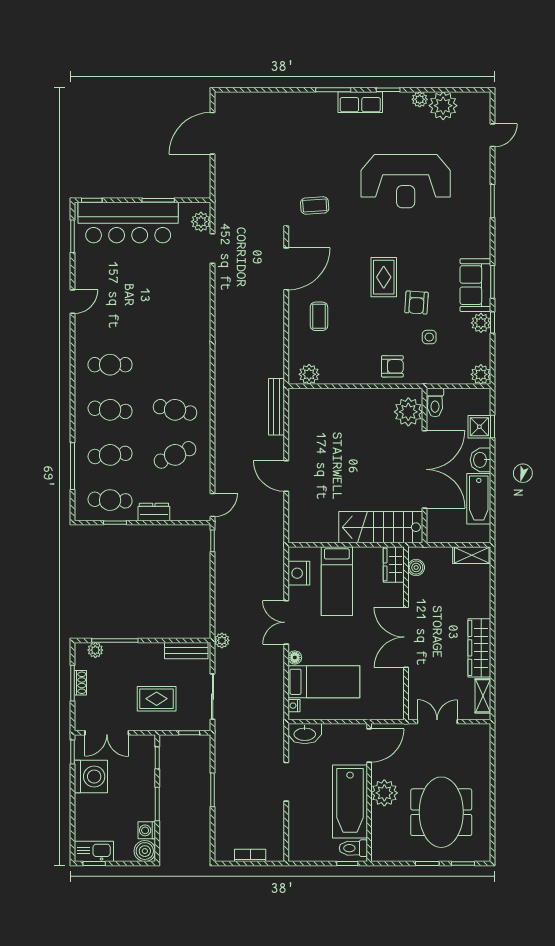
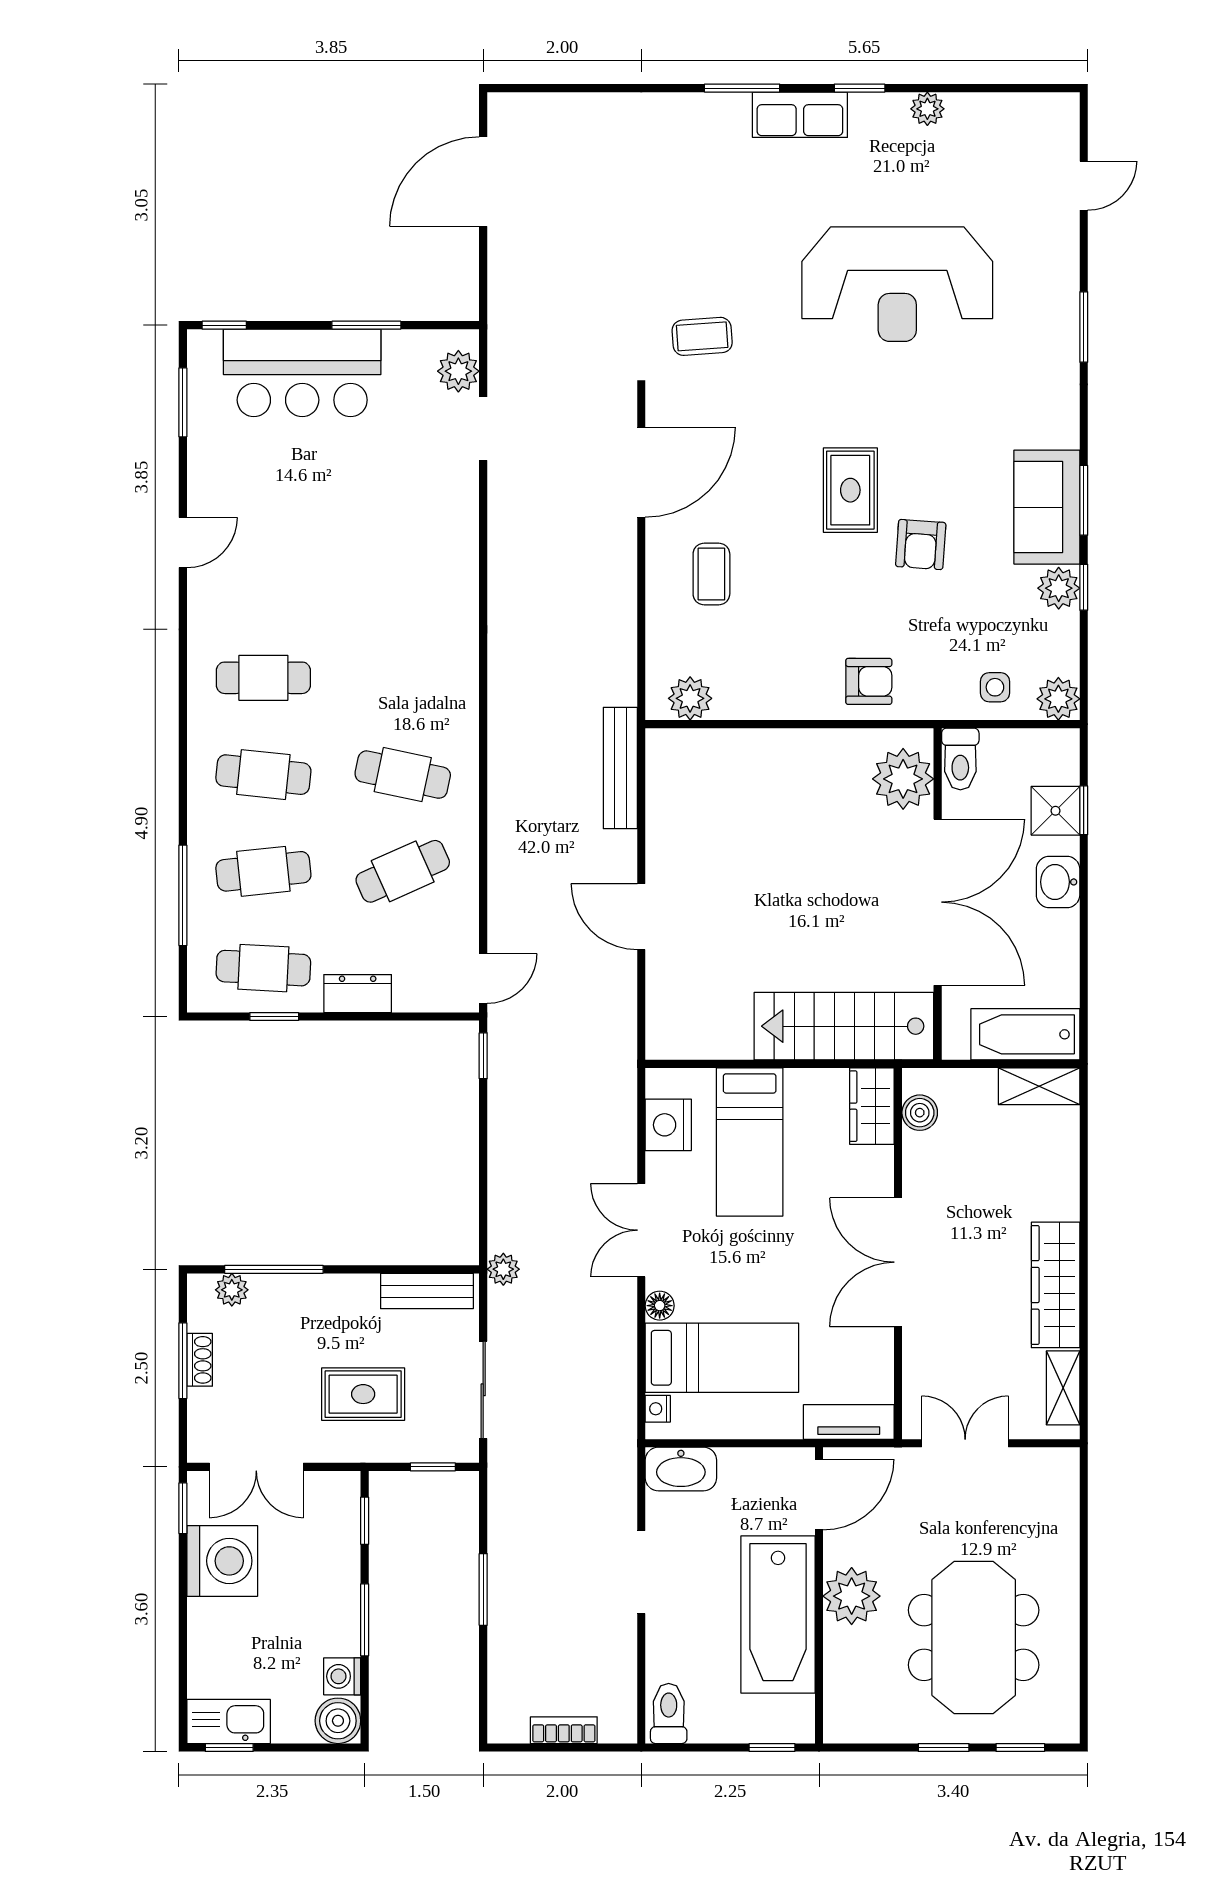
plant: (443, 106) -> (978, 122), removed
bar counter: (128, 222) -> (302, 373), width x0.73
side table: (429, 337) -> (995, 687), moved
bathtub: (479, 499) -> (1025, 1034), moved, turned 90
tv unit: (383, 712) -> (849, 1422), added
toilet: (353, 848) -> (669, 1713), moved, turned 90

